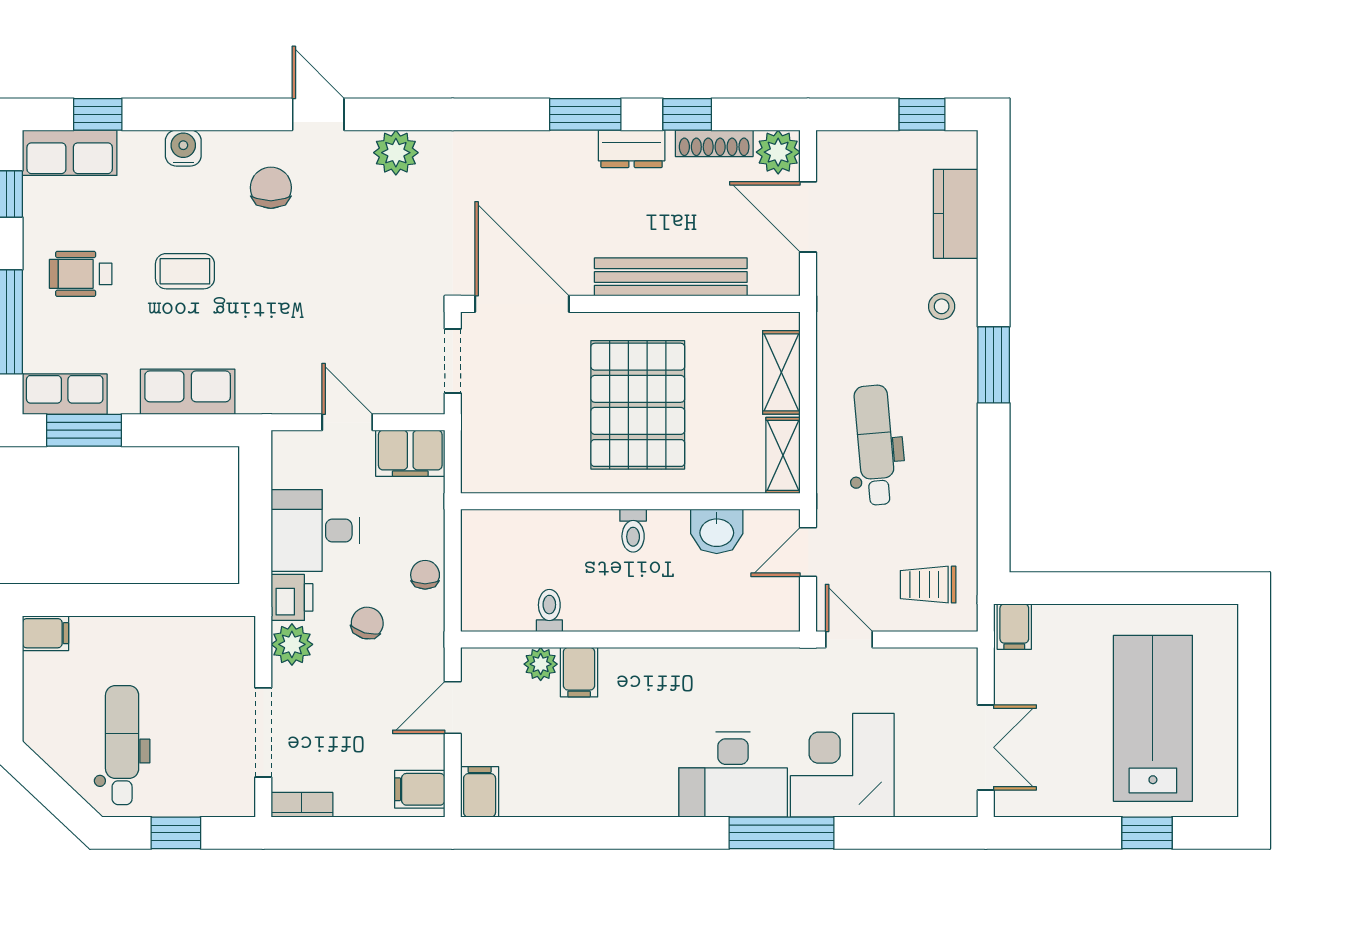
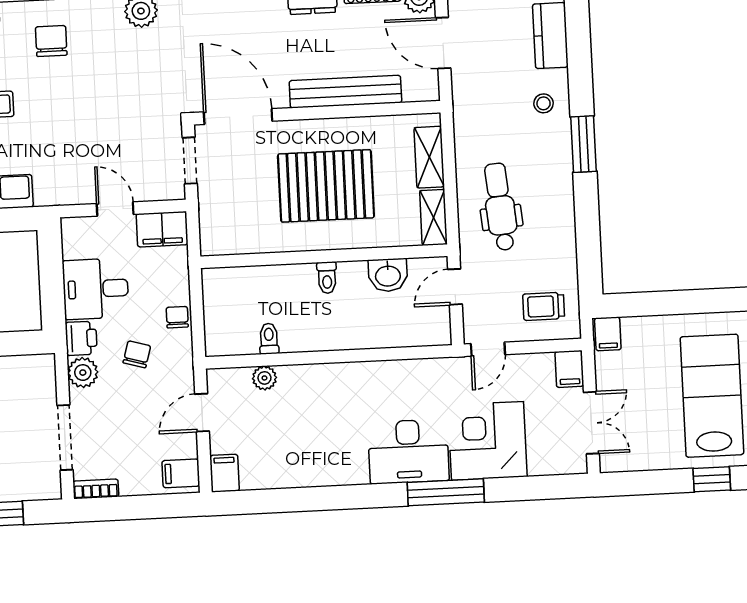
pallet: (638, 405) -> (326, 186), turned 90
door: (849, 639) -> (488, 349), swing flipped
filing cabinet: (579, 672) -> (569, 369), moved

